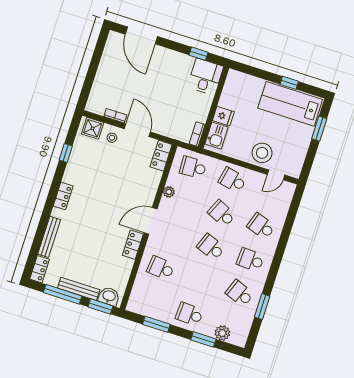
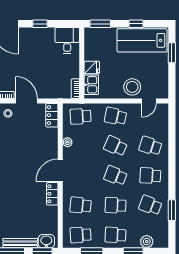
window: (198, 54) -> (40, 24), moved
window: (249, 70) -> (100, 24), added
school desk: (200, 281) -> (115, 205), added
school desk: (150, 302) -> (81, 235), added

